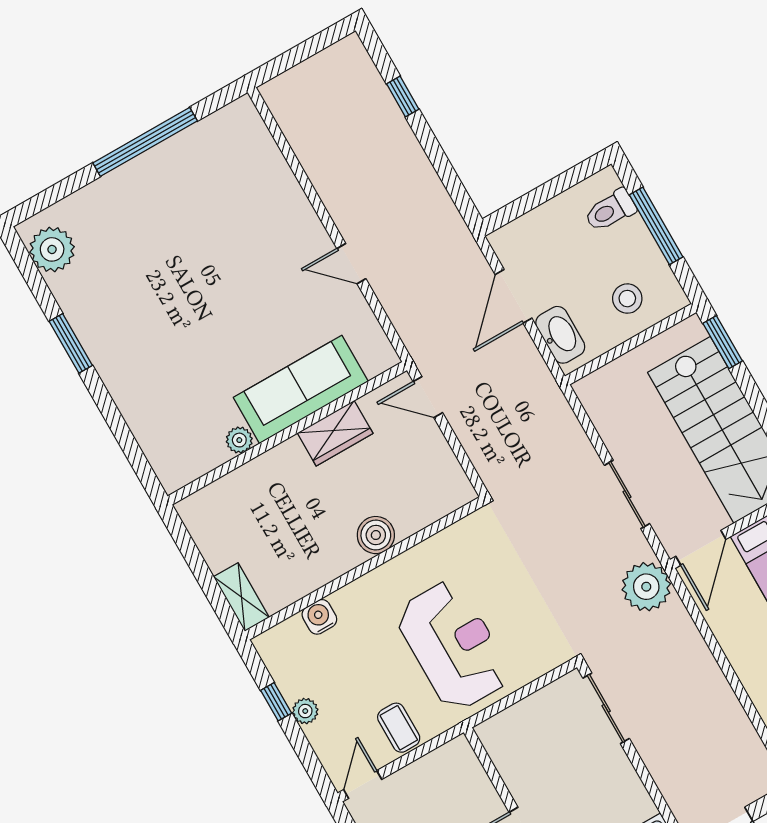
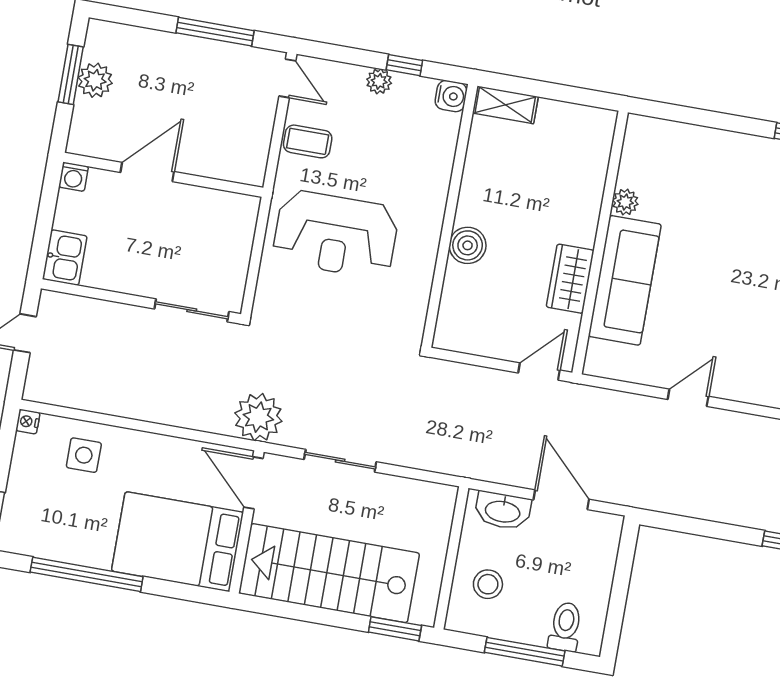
water cooler: (319, 617) -> (451, 96), moved

